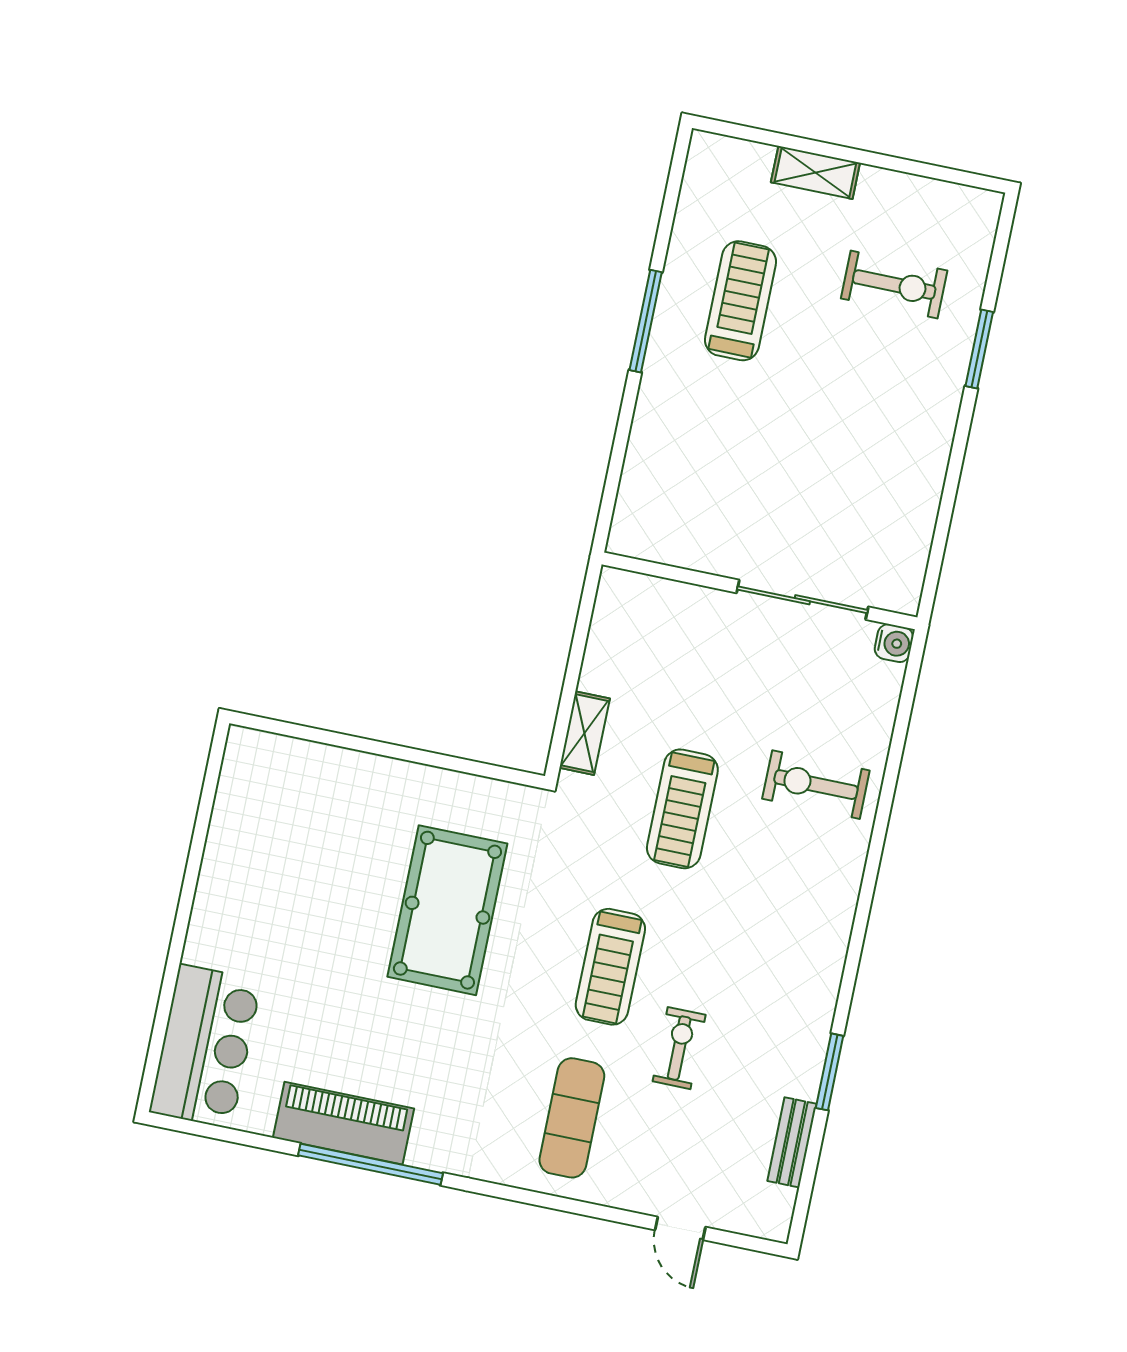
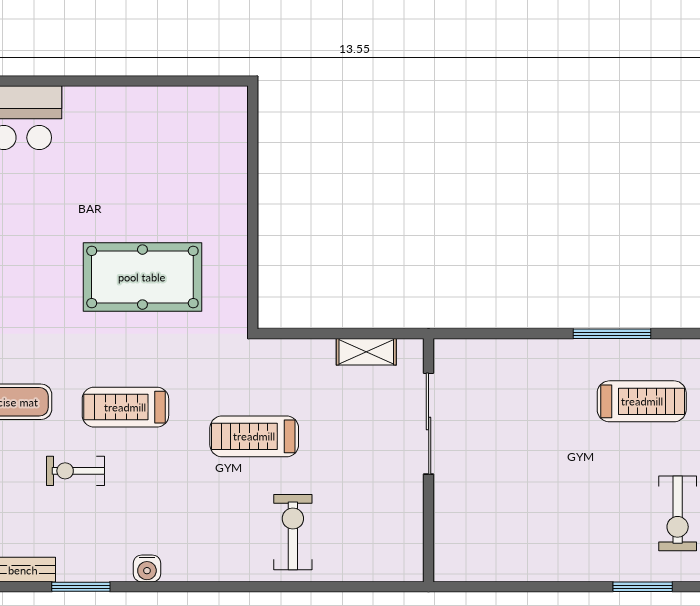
sliding door: (802, 600) -> (429, 424), moved
water cooler: (894, 643) -> (147, 568), moved
shelving: (585, 733) -> (366, 352), moved
exercise bike: (679, 1048) -> (75, 471), turned 180

